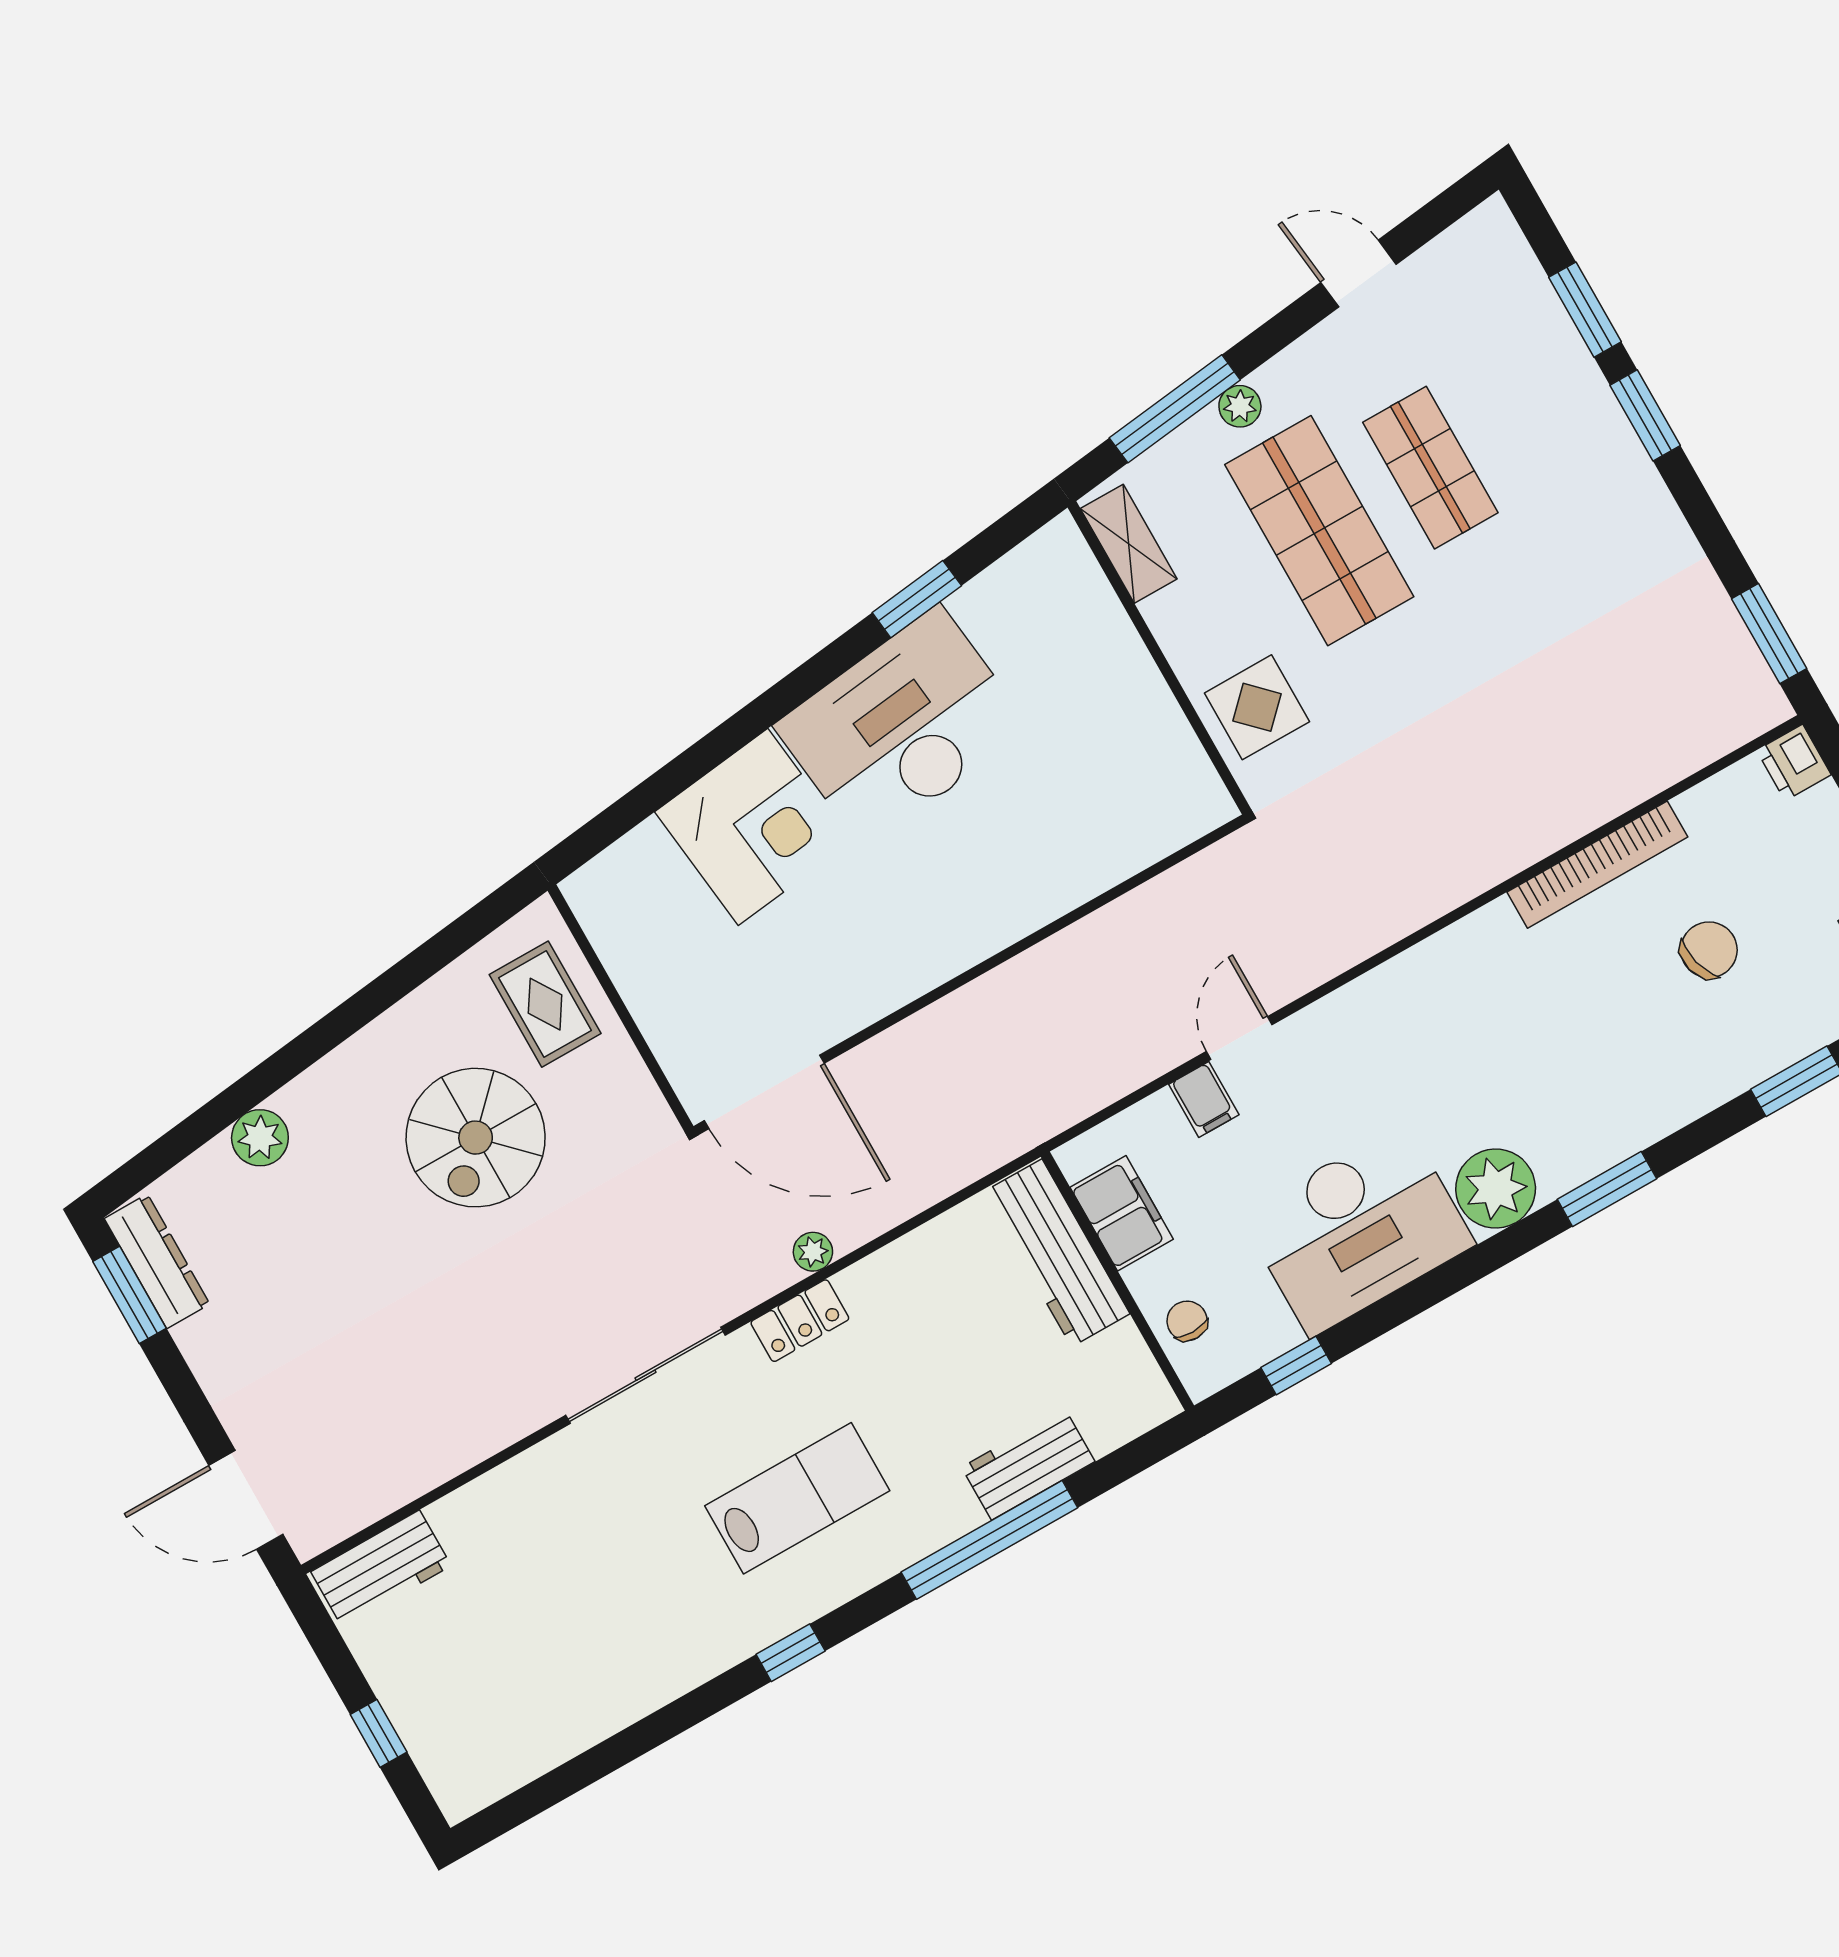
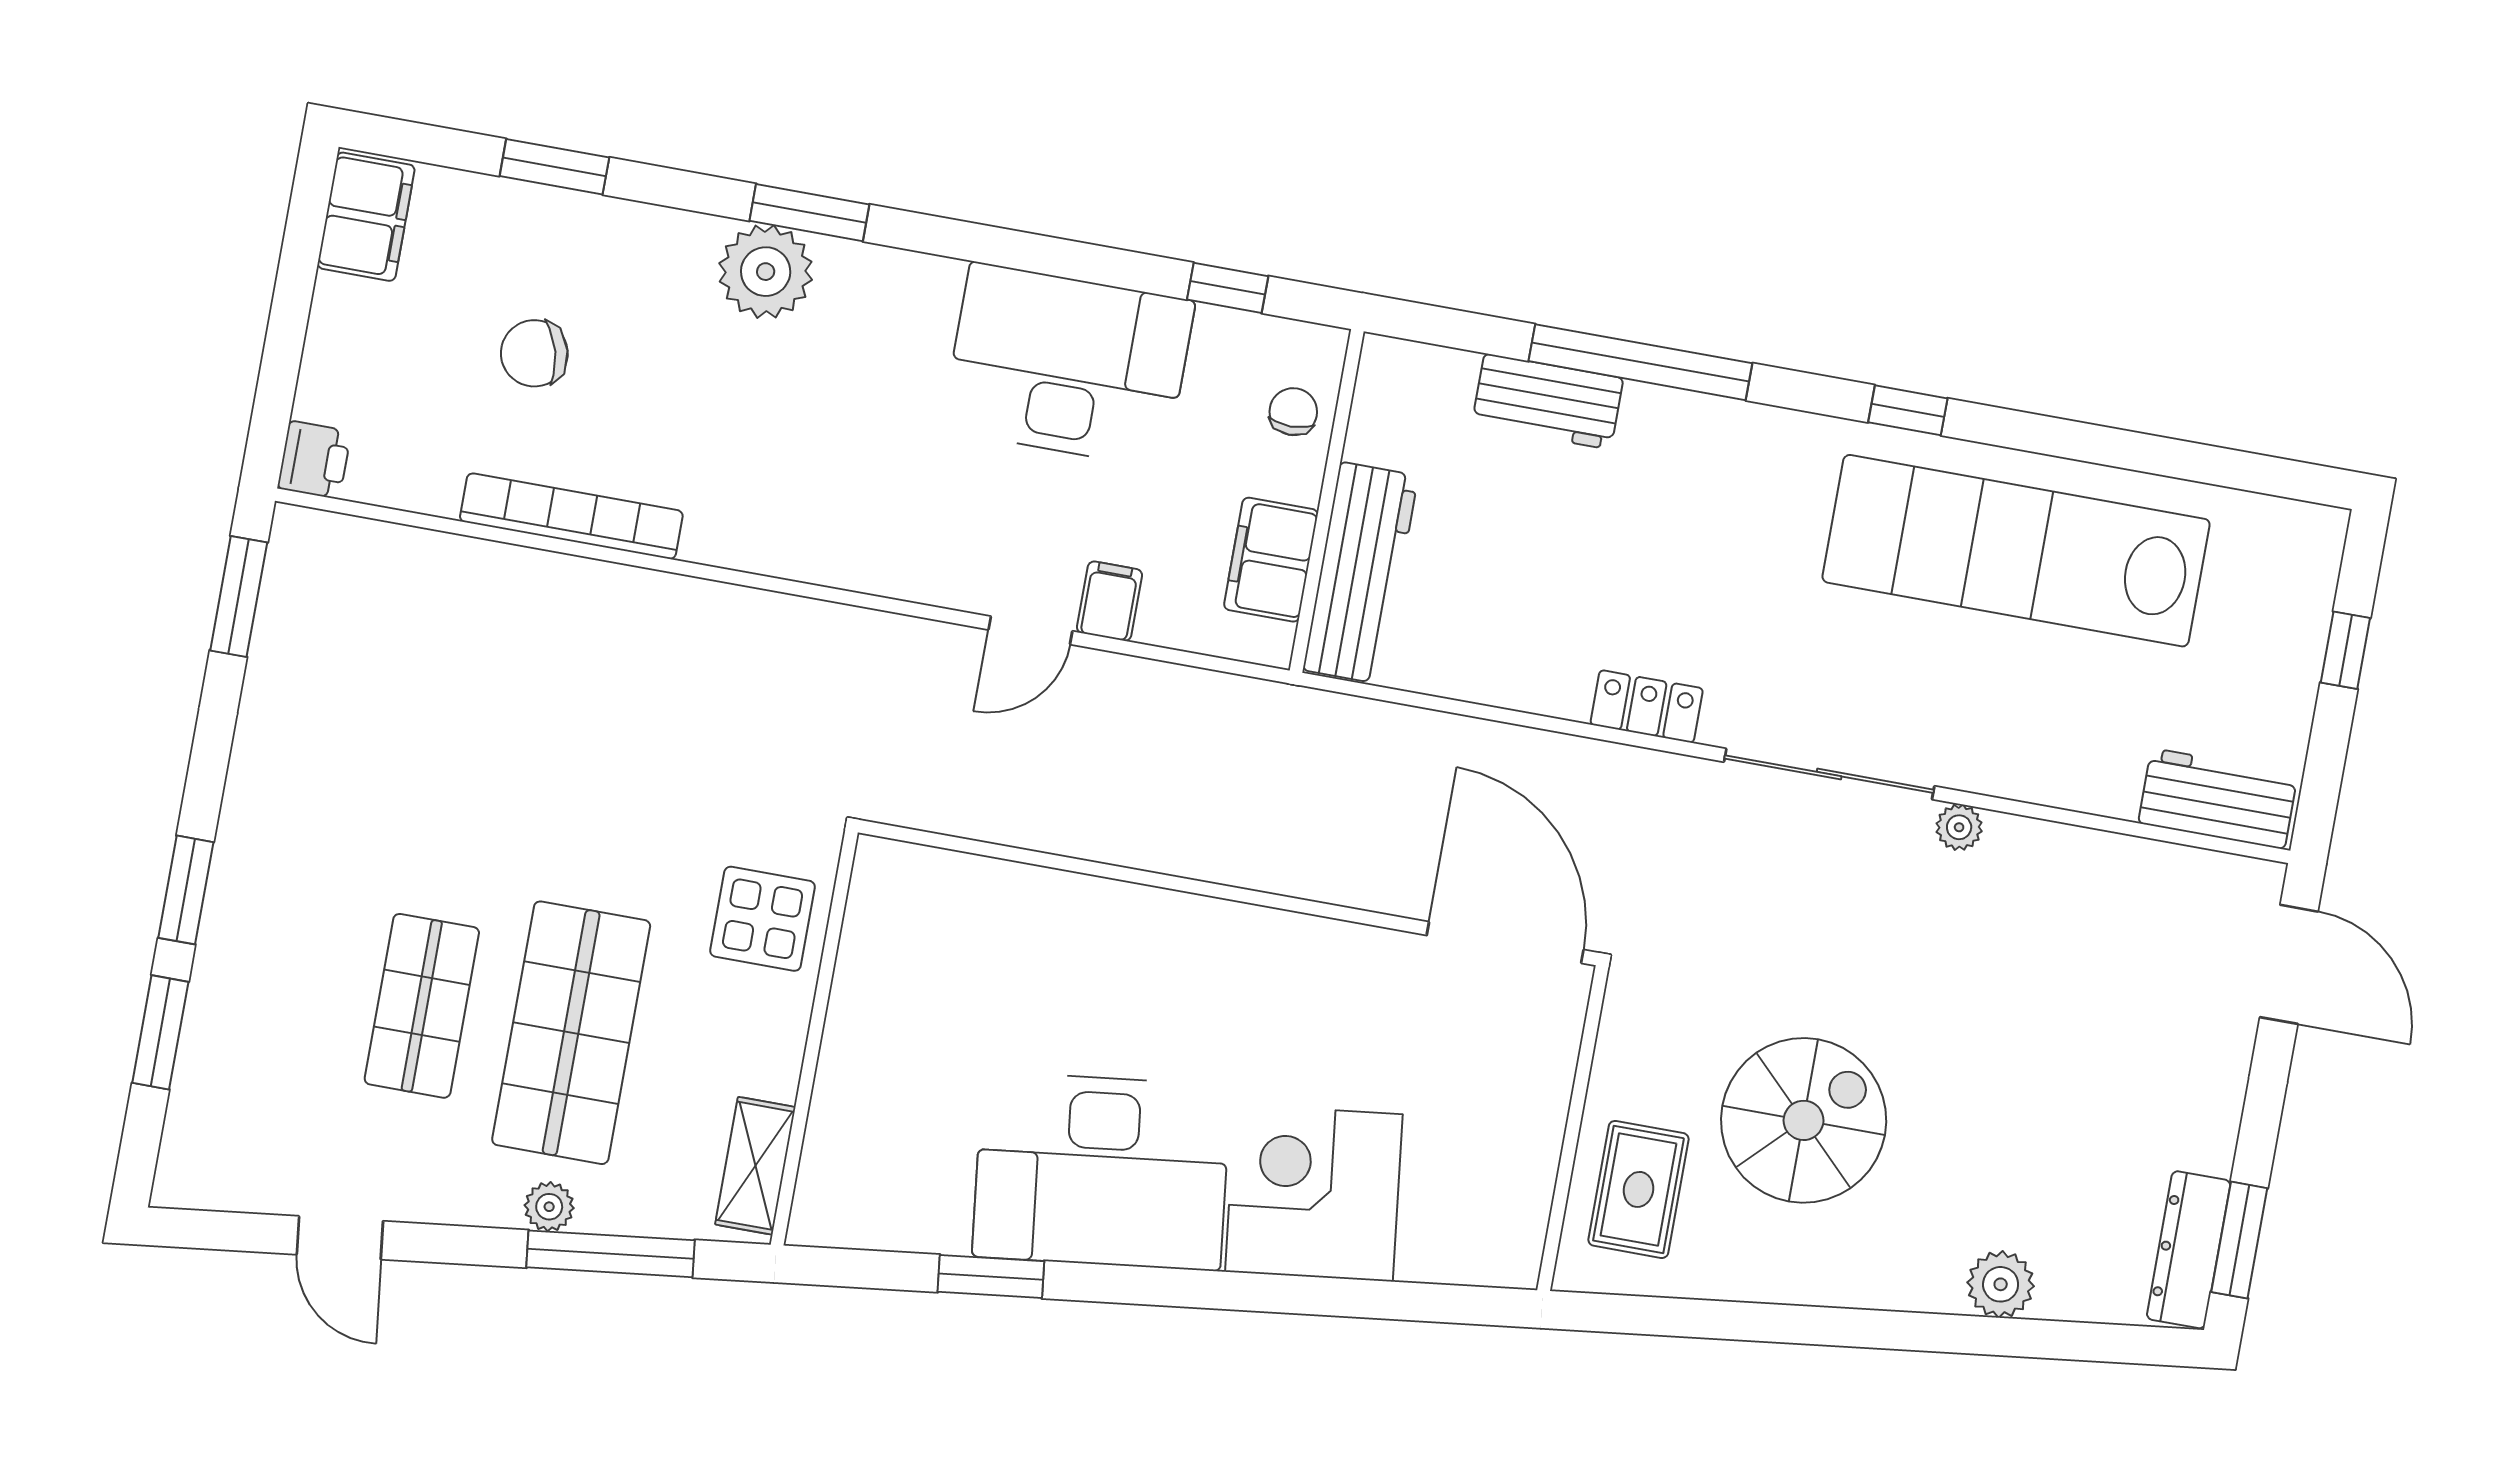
plant: (1496, 1189) -> (766, 272), moved
plant: (813, 1252) -> (1959, 827), moved
chair: (1187, 1321) -> (1293, 412), turned 180
lab bench: (797, 1498) -> (2016, 551), moved, width x1.86, depth x1.39

